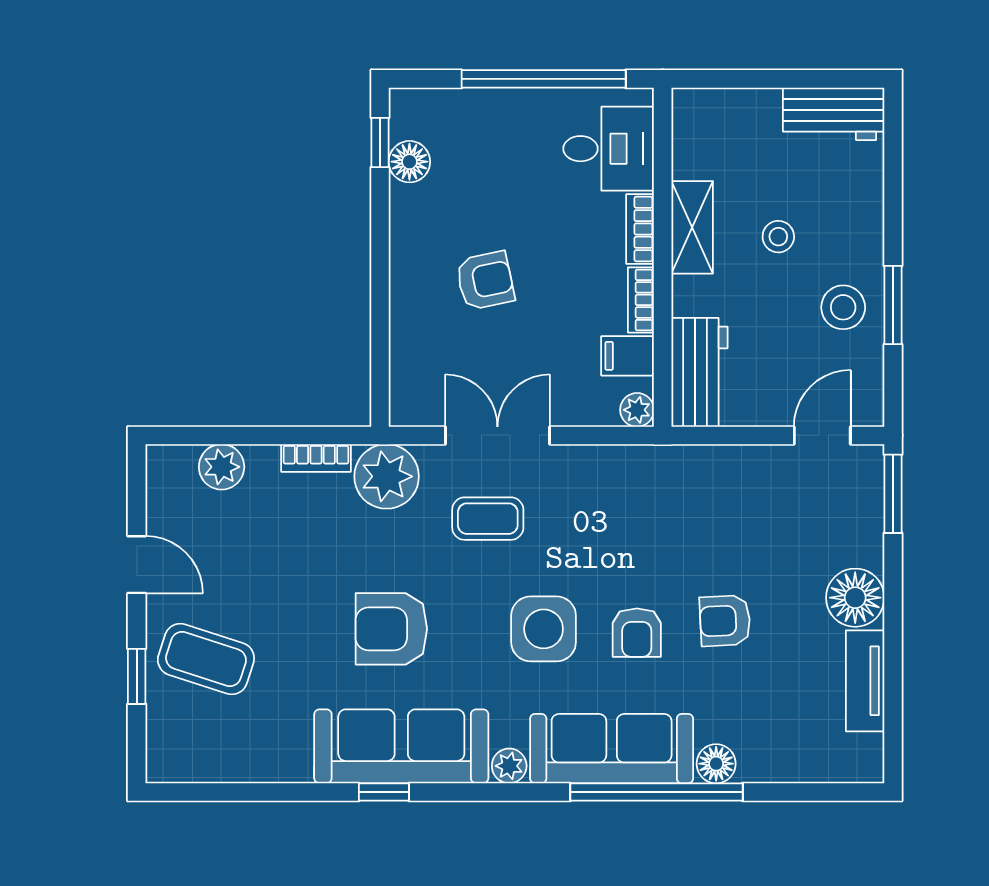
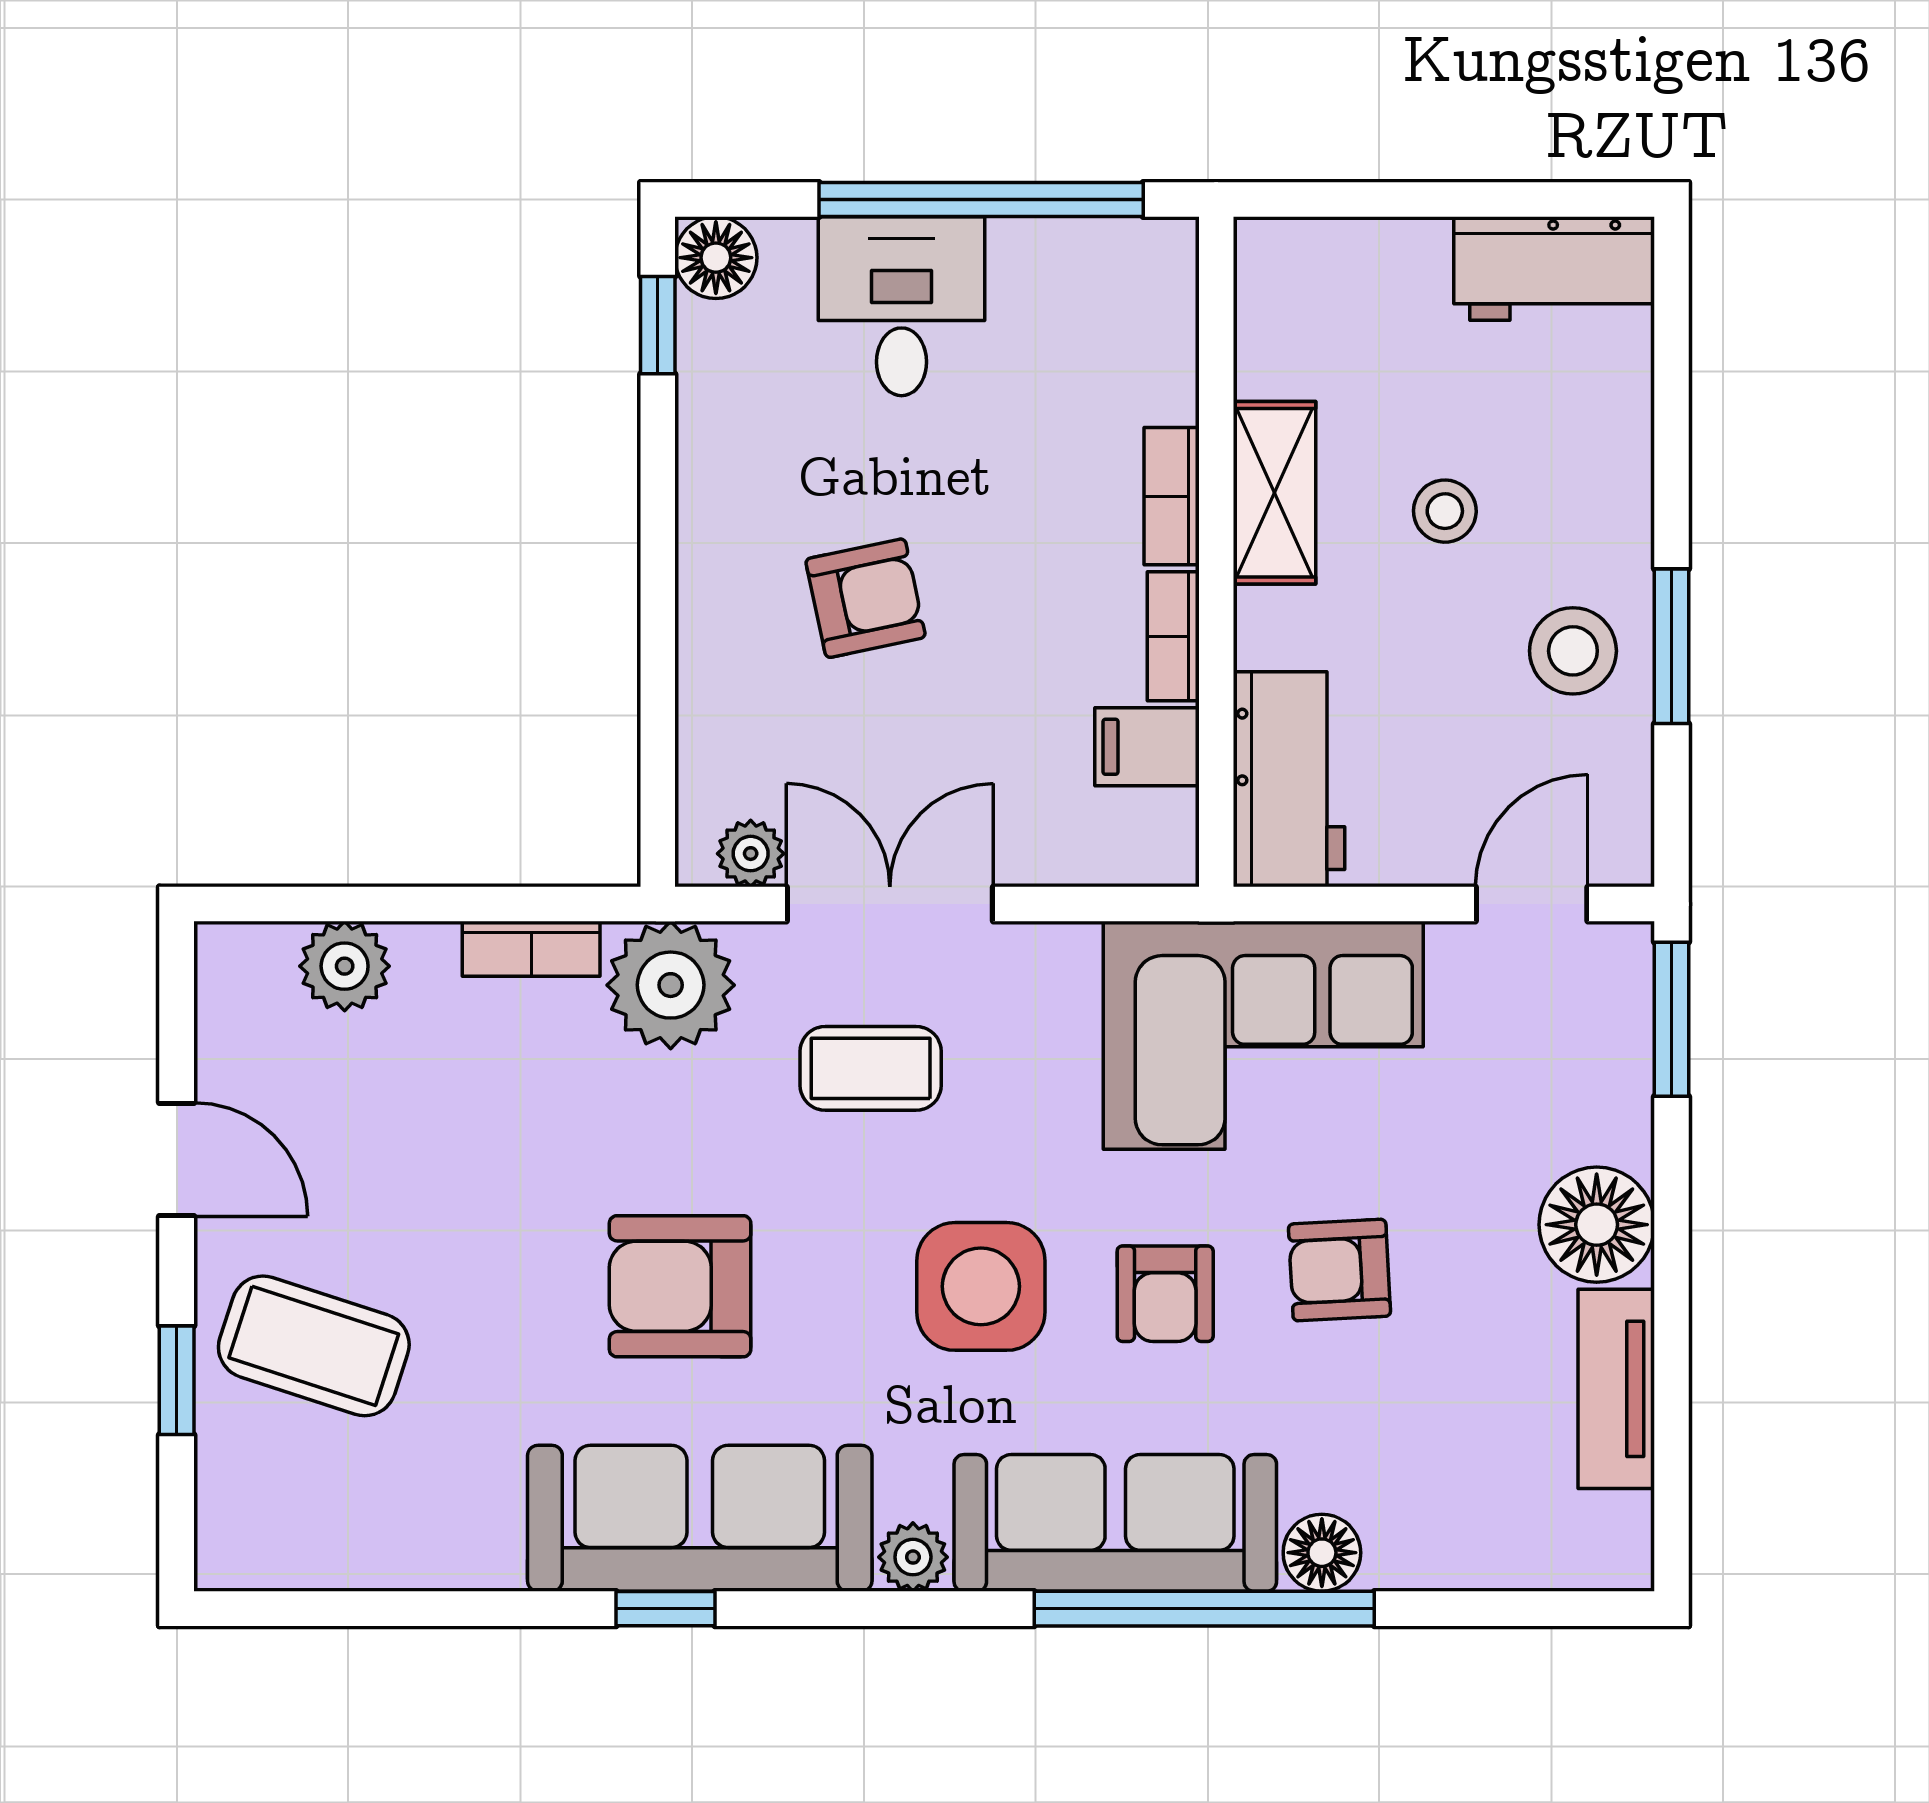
desk: (609, 149) -> (901, 306), moved, turned -90
floor lamp: (409, 162) -> (716, 258), moved
plant: (637, 410) -> (751, 854), moved
corner sofa: (686, 502) -> (1263, 1035), added

